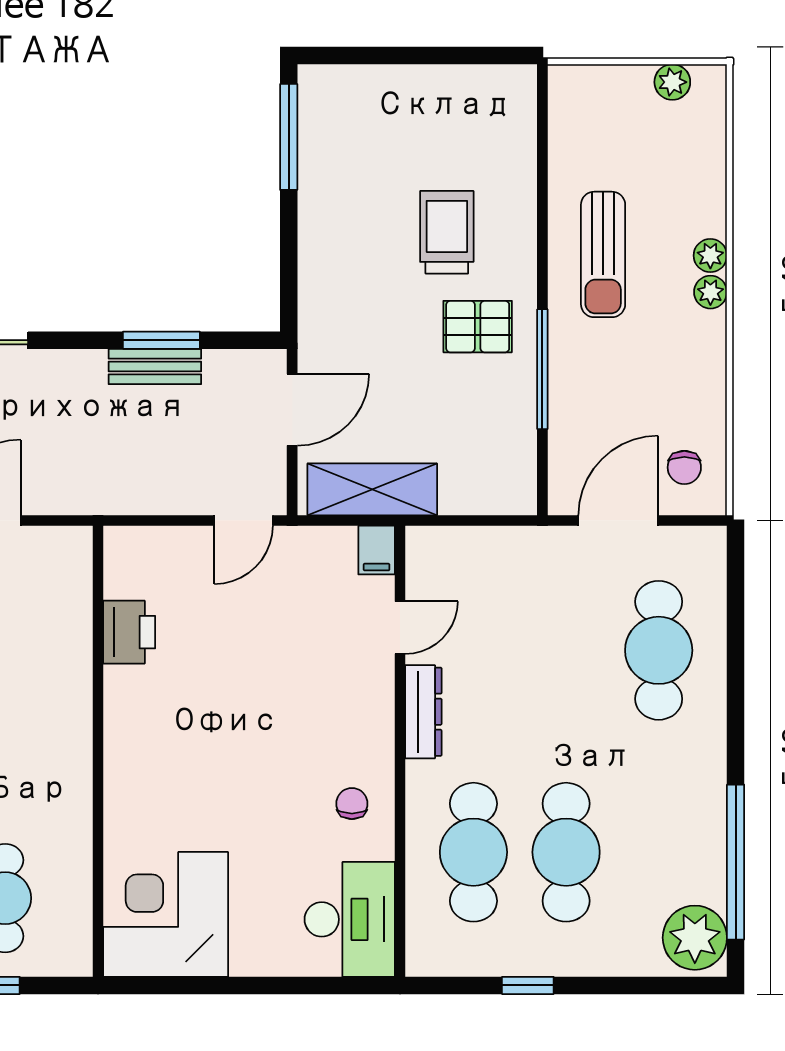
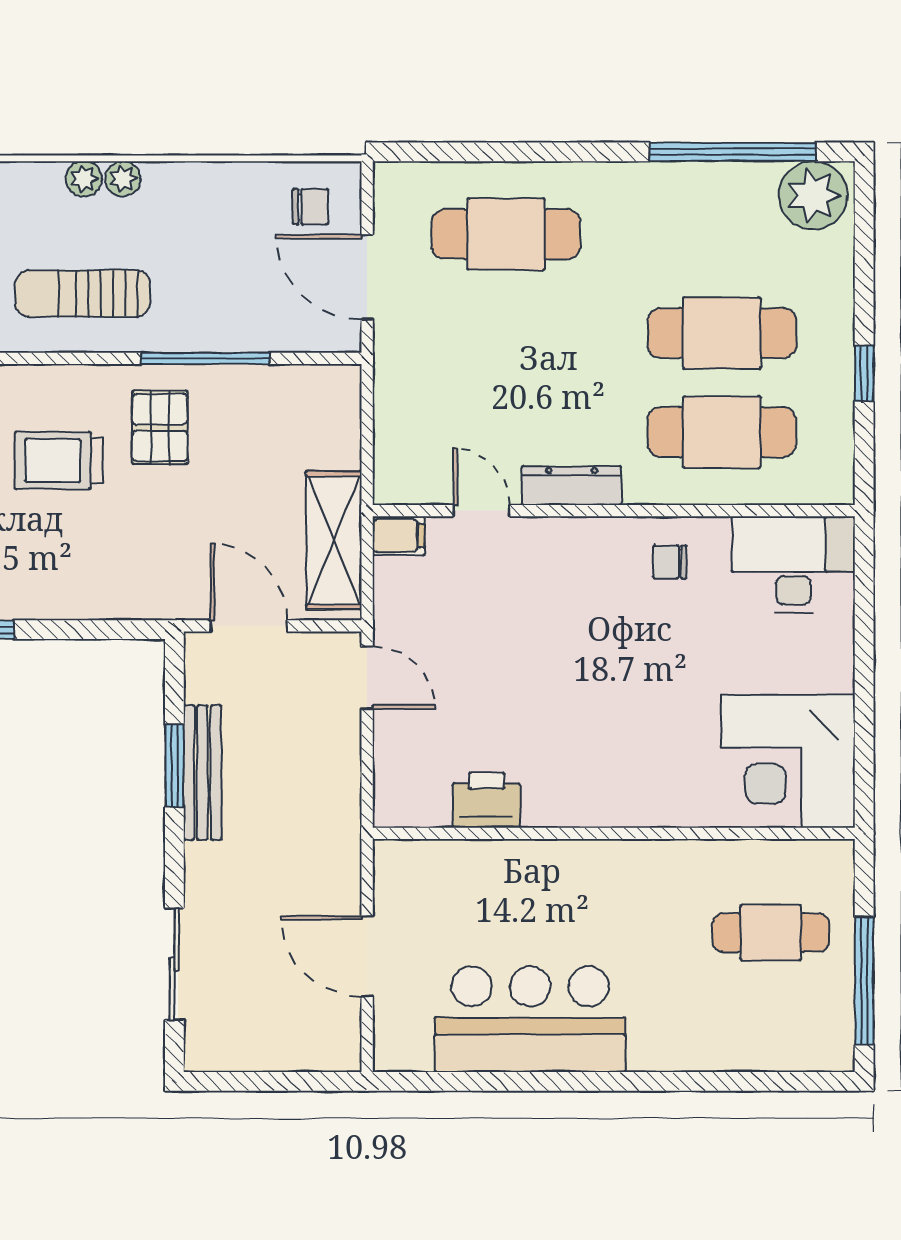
sun lounger: (603, 254) -> (83, 293), turned 180
bench: (155, 366) -> (202, 773), width x1.36

